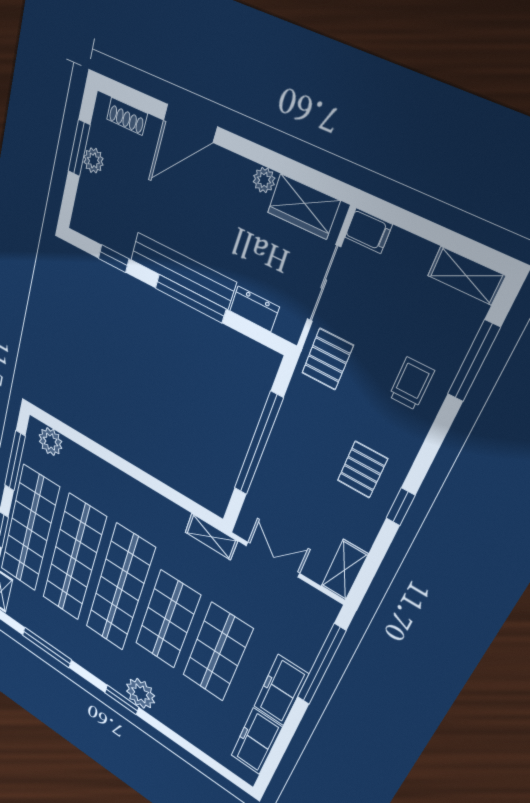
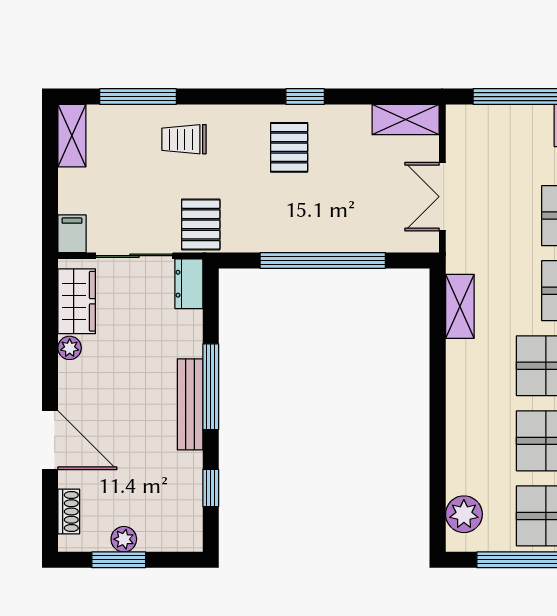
bench: (182, 271) -> (190, 404), width x0.73, depth x0.82
dresser: (254, 309) -> (189, 284), moved
pallet: (327, 359) -> (201, 224), turned 90
pallet: (362, 470) -> (289, 147), turned 90
shelving: (211, 537) -> (460, 306), moved

